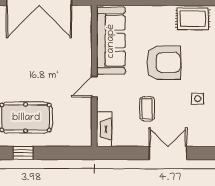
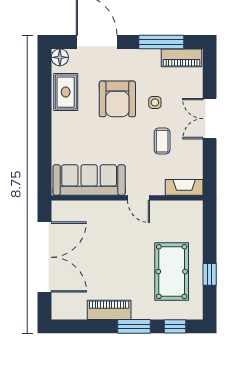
armchair: (164, 63) -> (117, 99), moved, turned 180
side table: (198, 99) -> (155, 102), moved
coffee table: (147, 109) -> (162, 141), turned 90

